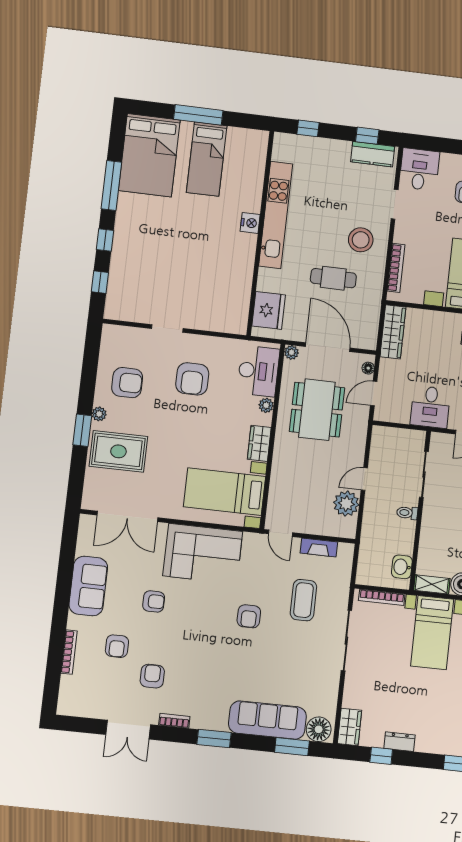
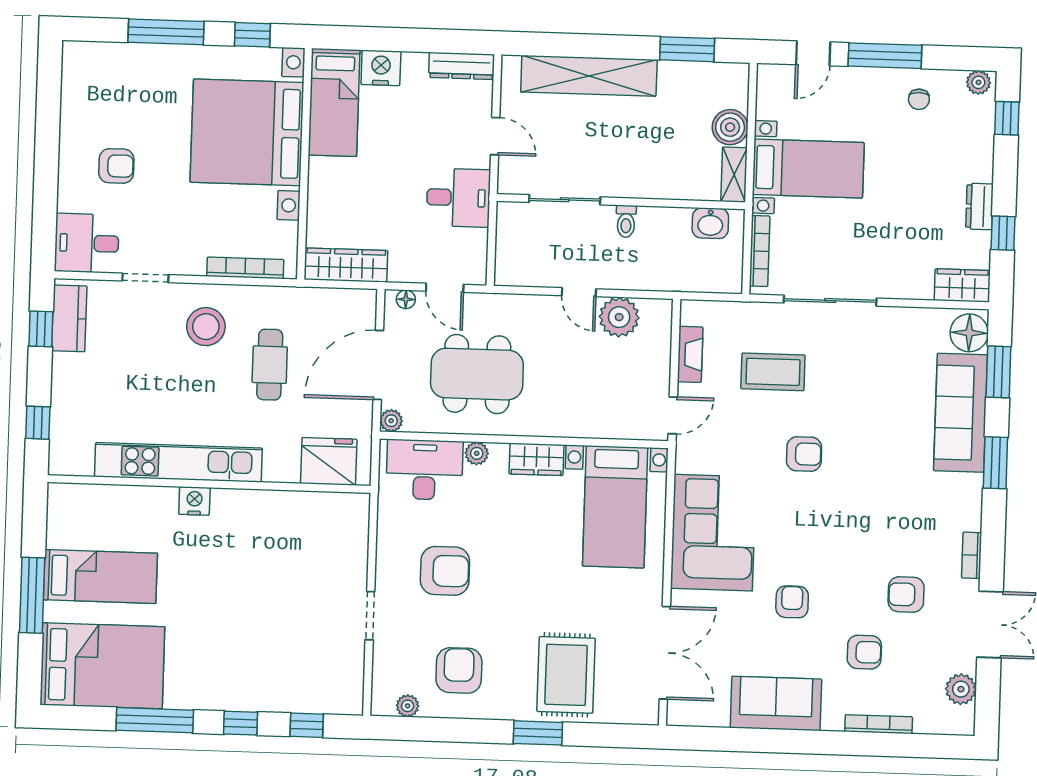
plant: (99, 414) -> (408, 706), moved
plant: (87, 708) -> (961, 689), added
window: (214, 739) -> (995, 463), moved

